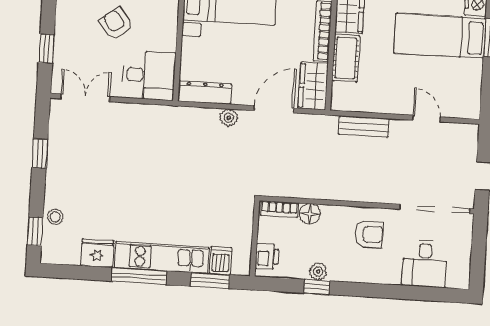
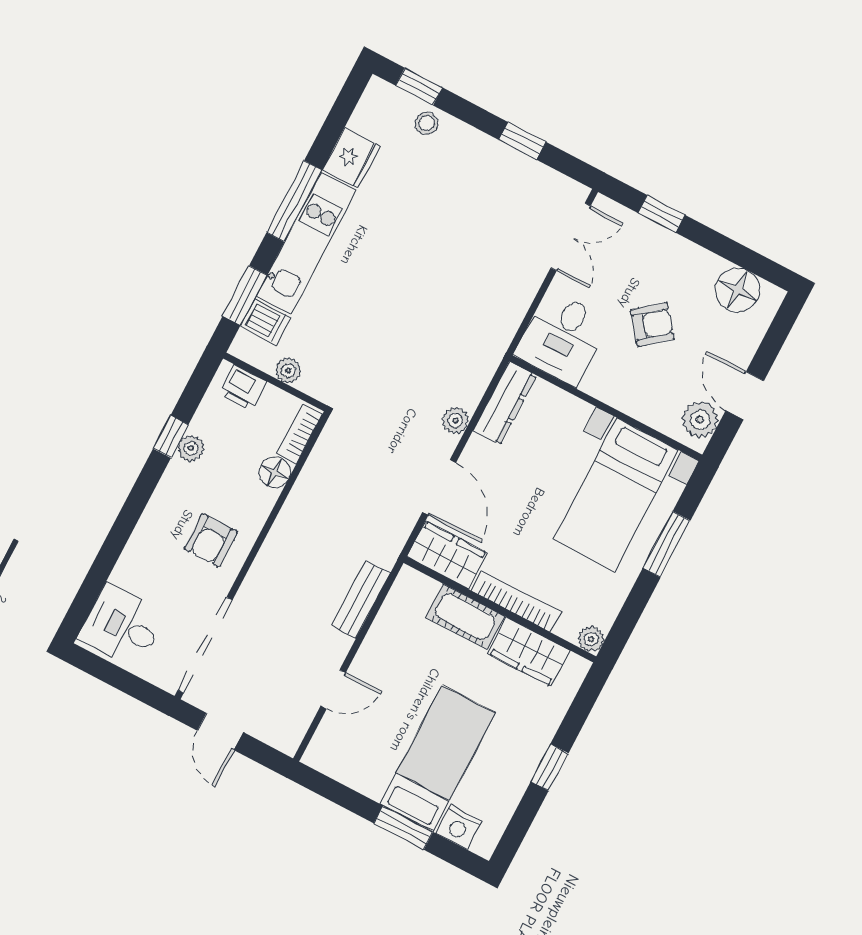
plant: (244, 233) -> (288, 370), added
desk: (425, 263) -> (122, 626), moved

